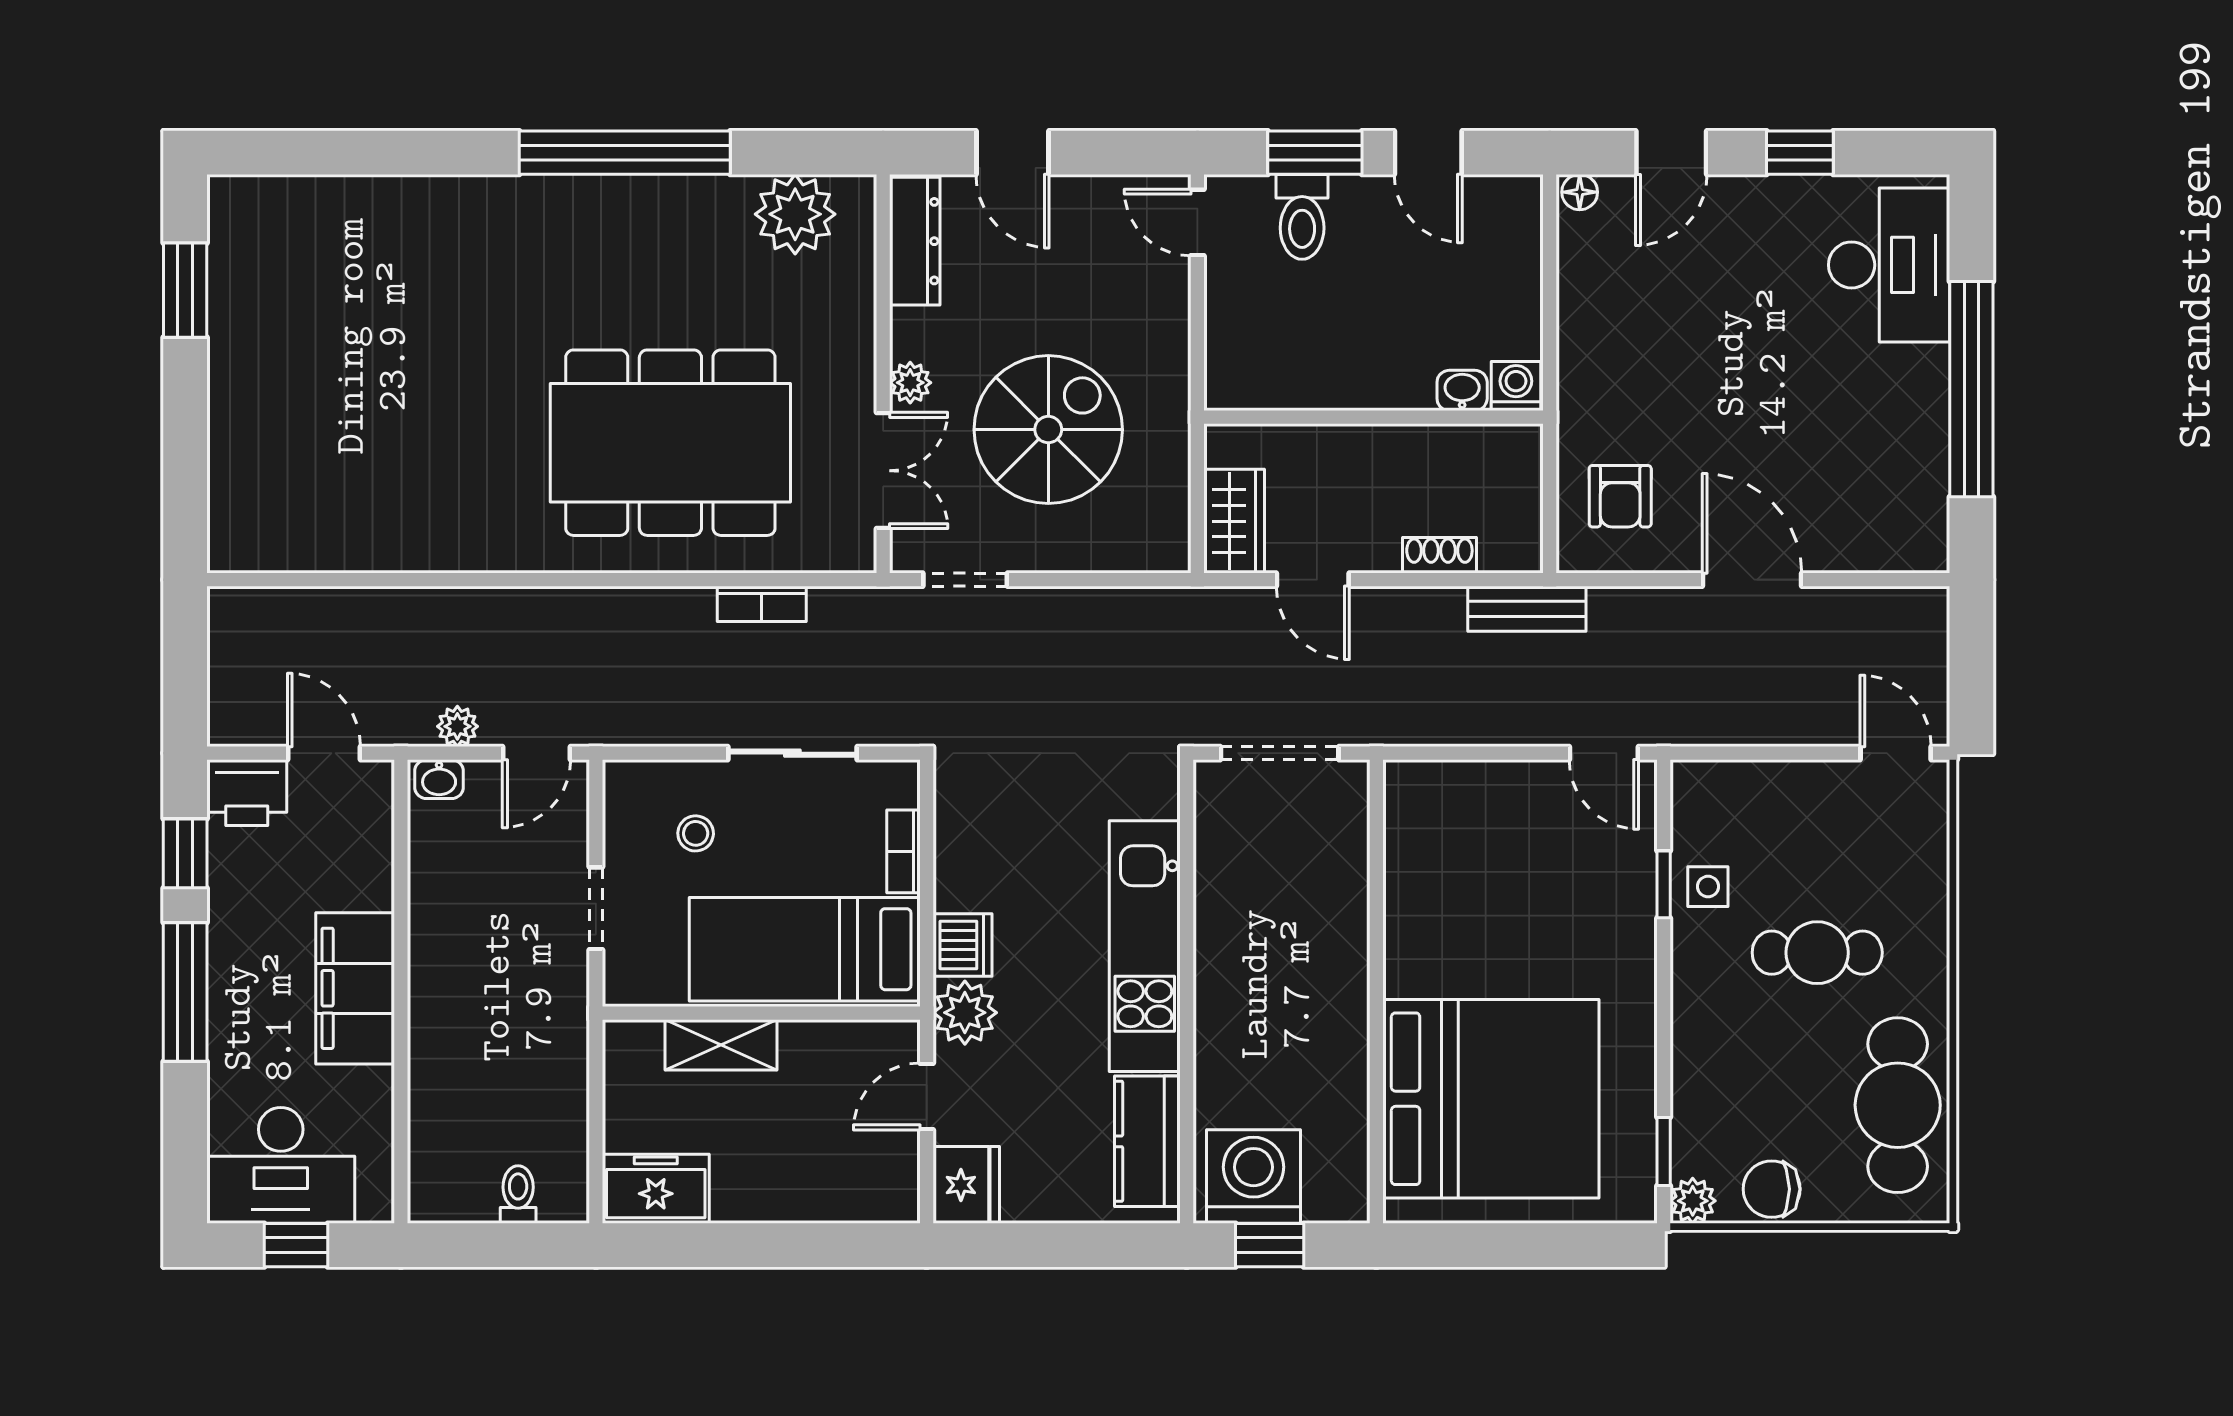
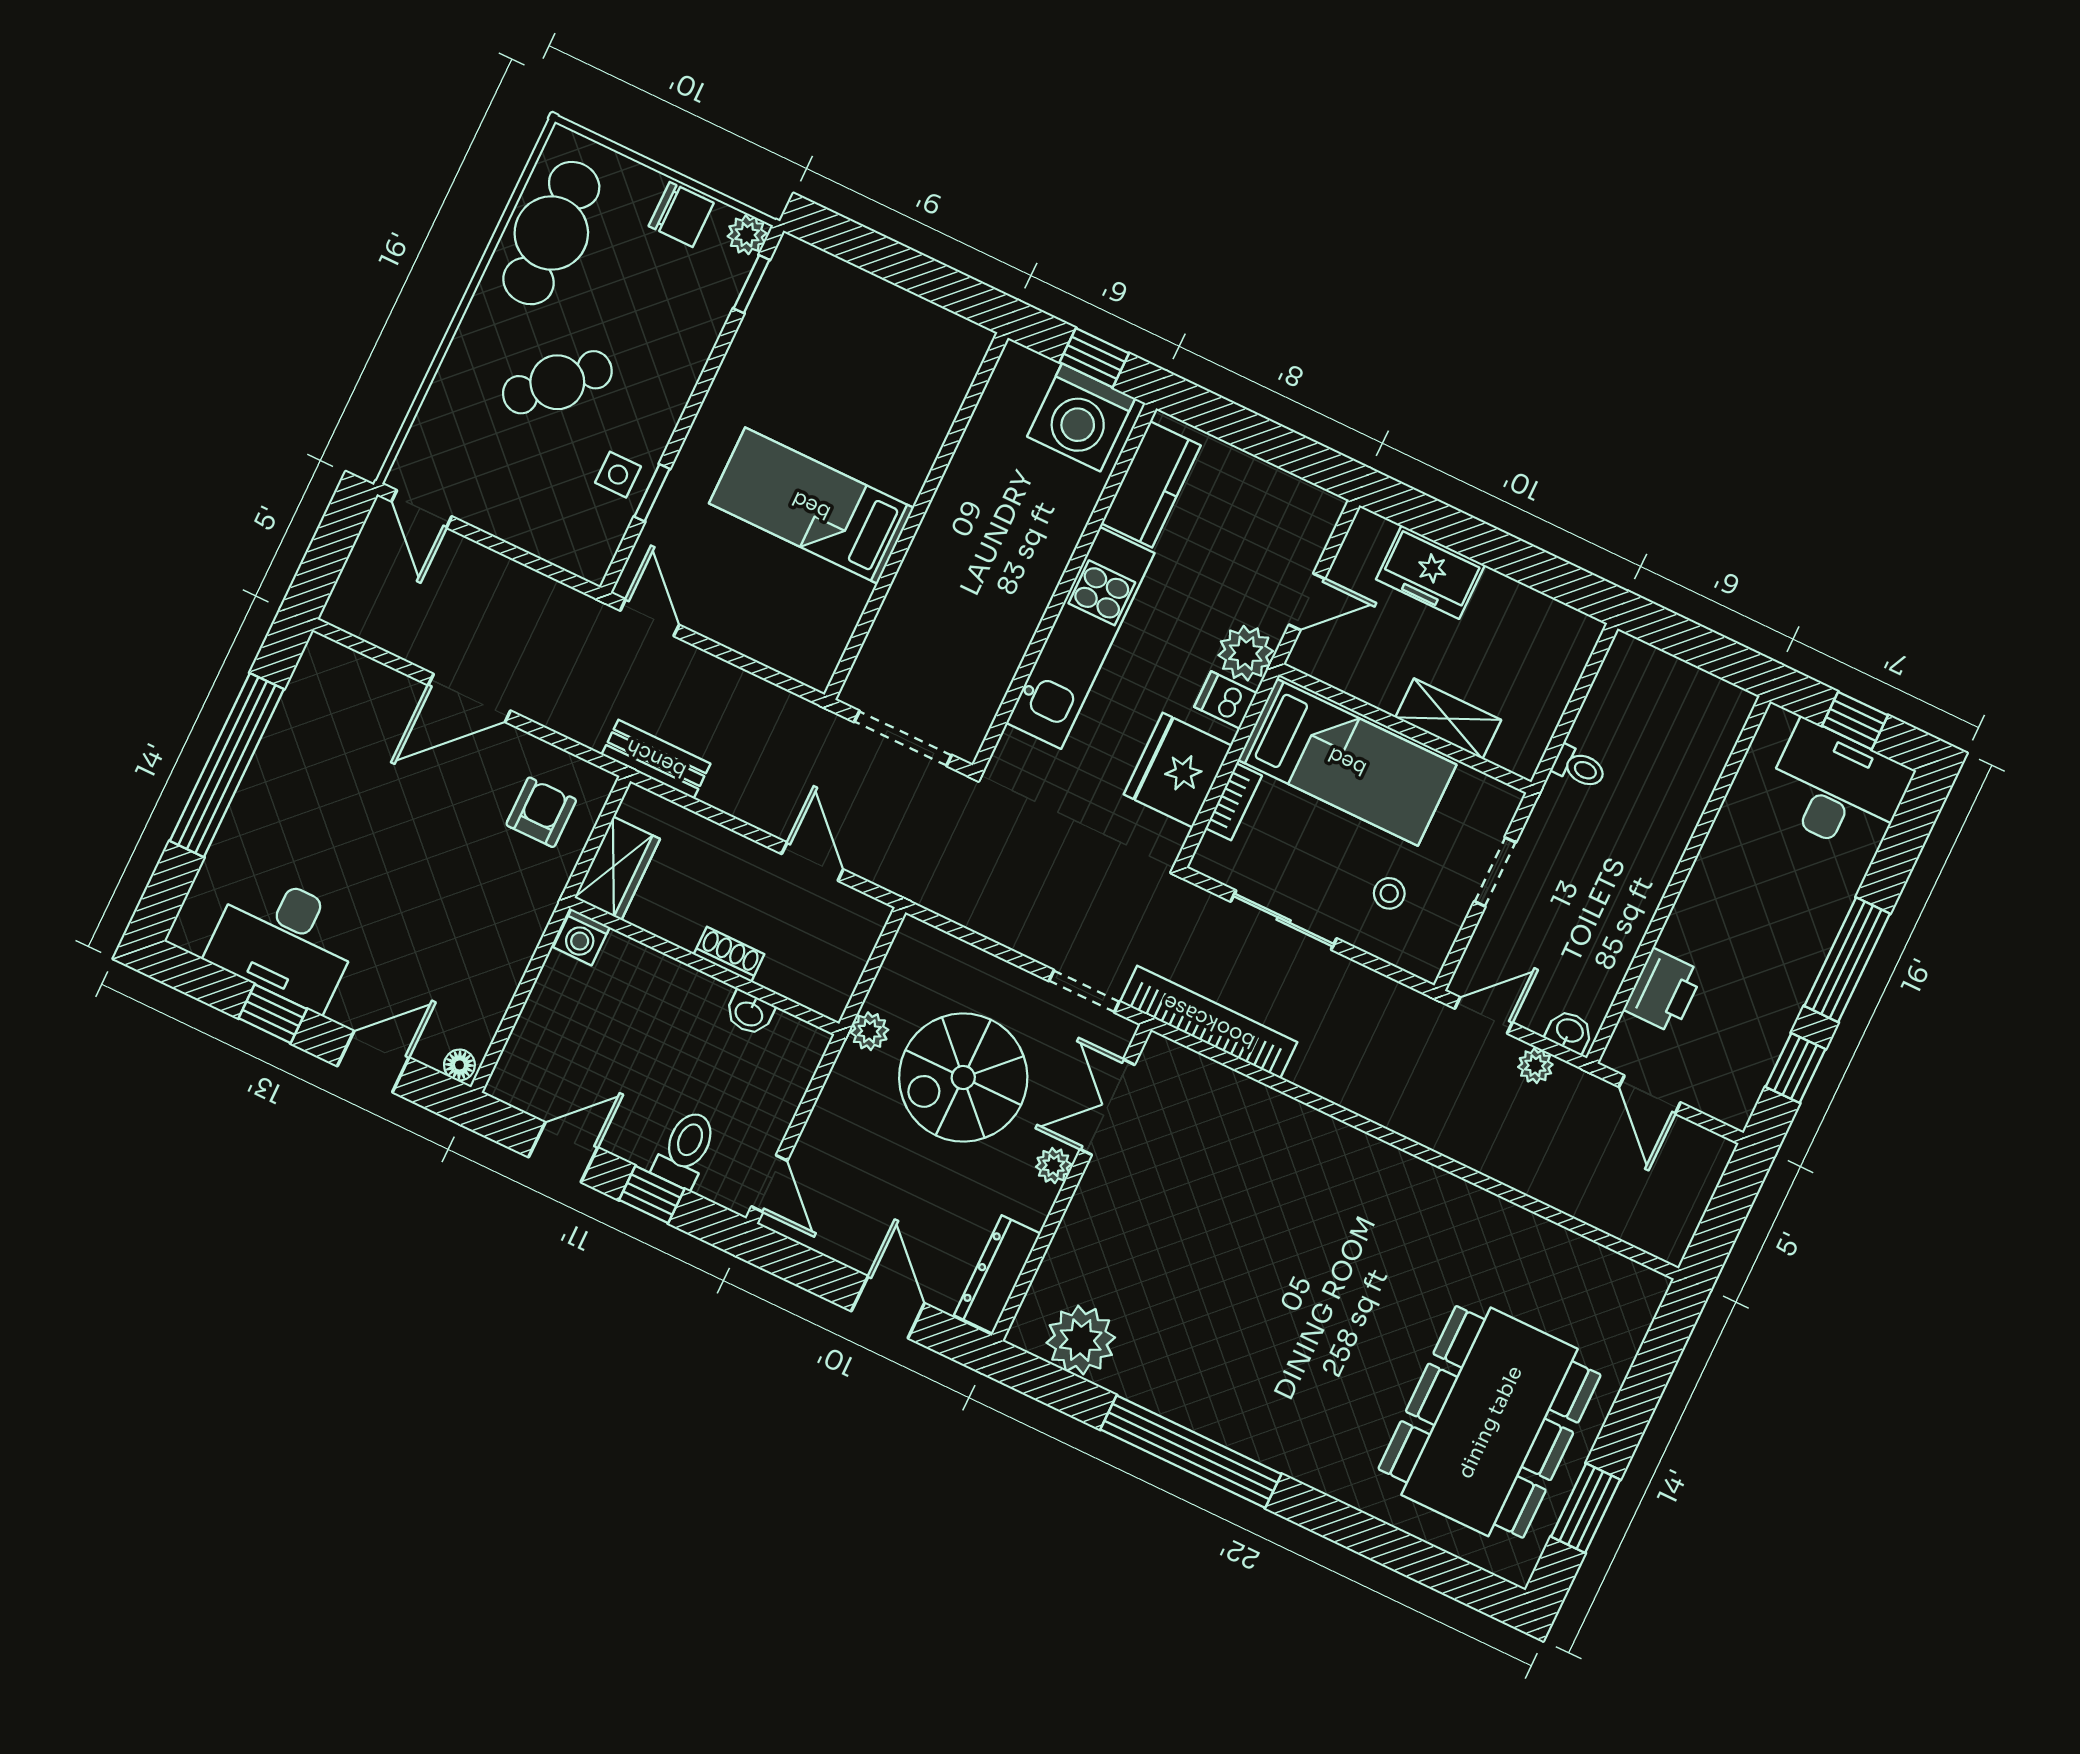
window: (1315, 153) -> (652, 1195), width x0.67
door: (1428, 153) -> (563, 1152), hinge flipped
desk: (1889, 265) -> (284, 941), moved, turned -90
washbasin: (1462, 390) -> (749, 1013), moved
plant: (1169, 431) -> (869, 1031), added
dining table: (670, 443) -> (1490, 1422), moved, turned 90
wardrobe: (1234, 521) -> (617, 868), moved, turned 180
shoe rack: (1439, 555) -> (729, 954), moved, turned 180
door: (1752, 580) -> (469, 698), hinge flipped
bookcase: (762, 604) -> (1209, 1022), width x2.31, depth x1.31
printer: (247, 793) -> (1663, 991), moved, turned 90
dishwasher: (962, 945) -> (1226, 700), width x0.73
cafe table: (1817, 953) -> (557, 382), turned -44
filing cabinet: (355, 988) -> (1713, 899), removed
bed: (1491, 1099) -> (811, 506), moved, width x0.49
fridge: (966, 1185) -> (1178, 770), moved, width x1.36, depth x1.34
freezer: (656, 1189) -> (1430, 572), moved
toilet: (518, 1195) -> (1579, 767), moved, turned -90

